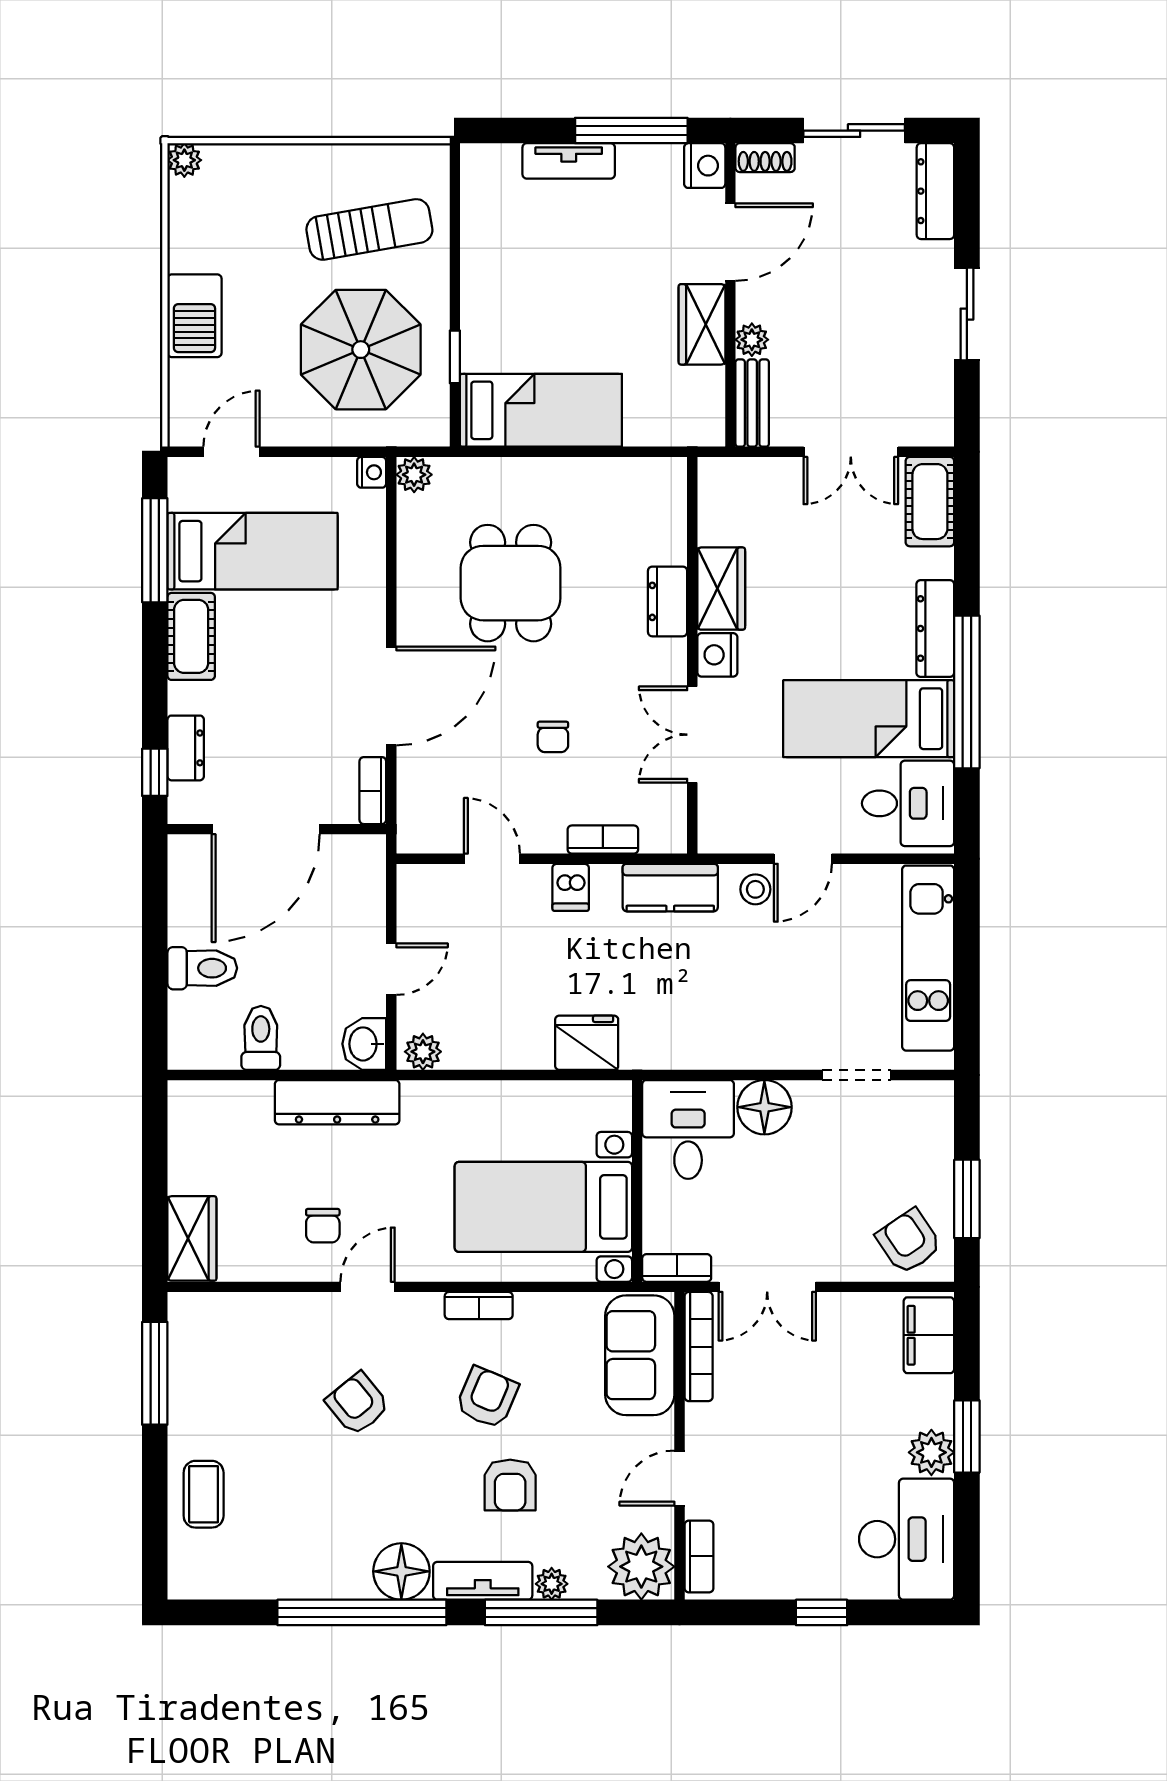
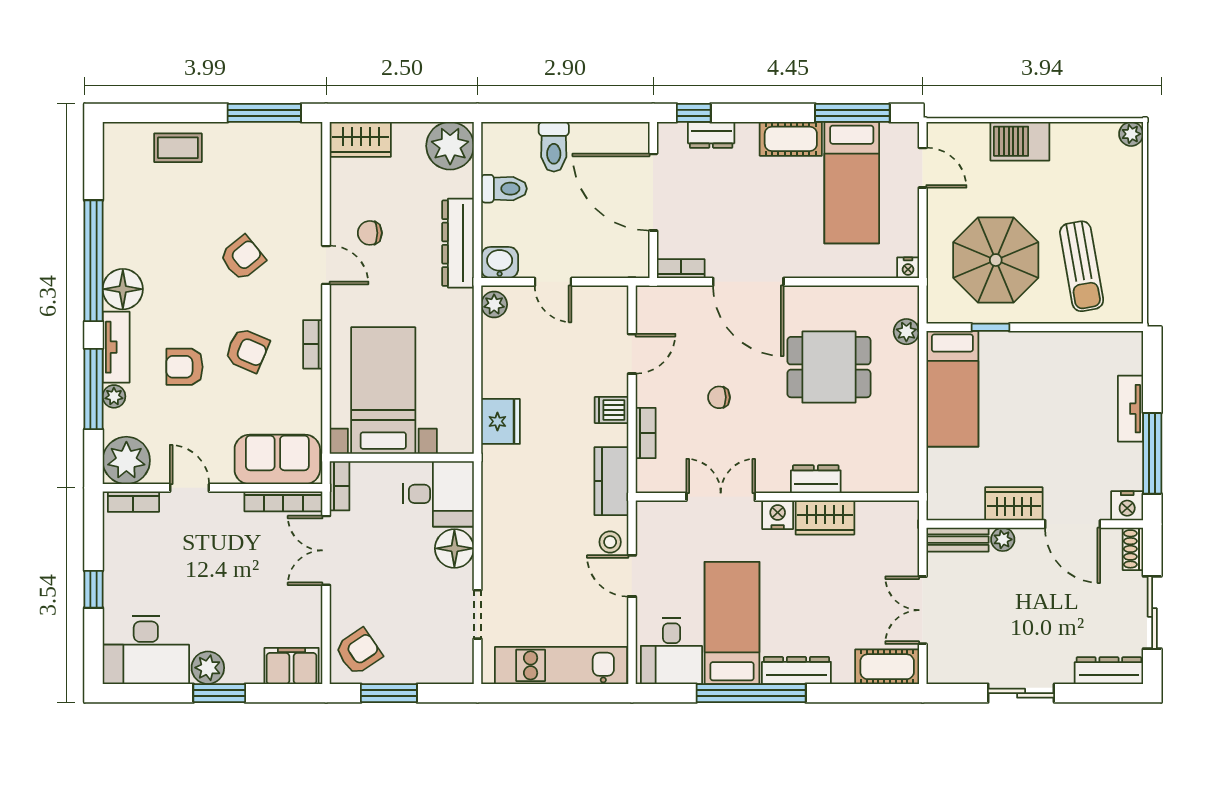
plant: (414, 475) -> (906, 332), moved
plant: (201, 1113) -> (450, 146), added

